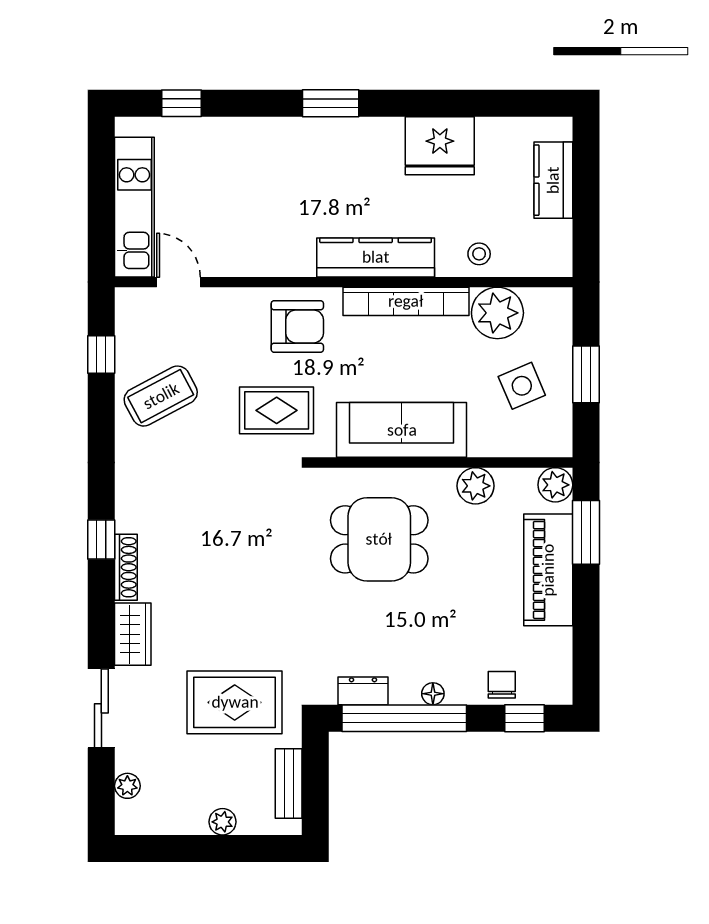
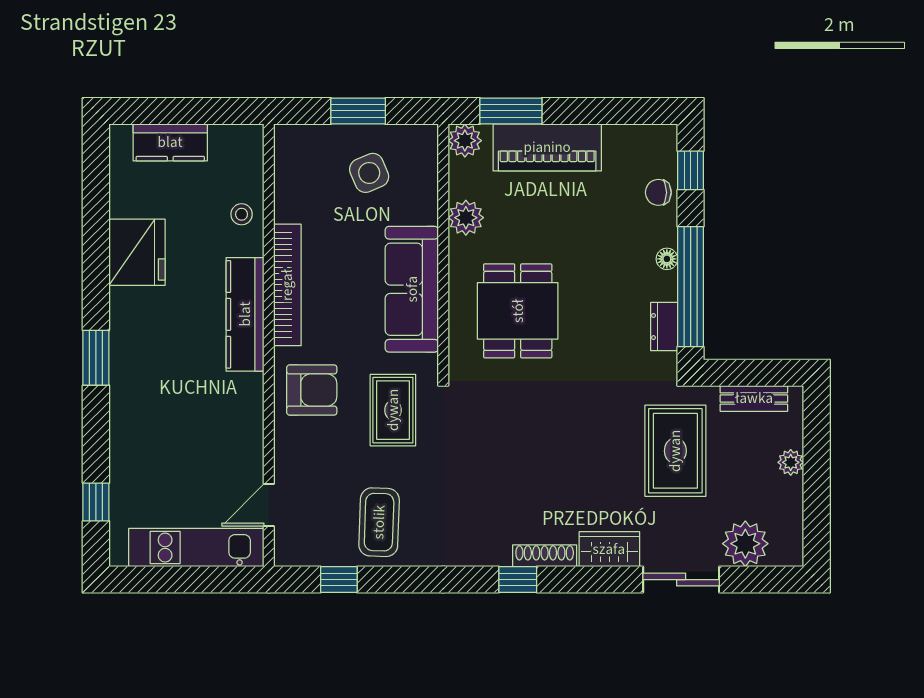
plant: (497, 313) -> (299, 197), removed
armchair: (297, 326) -> (312, 390), turned 90
coffee table: (161, 396) -> (379, 522), turned 30
plant: (127, 786) -> (745, 544), width x1.87, depth x1.87

